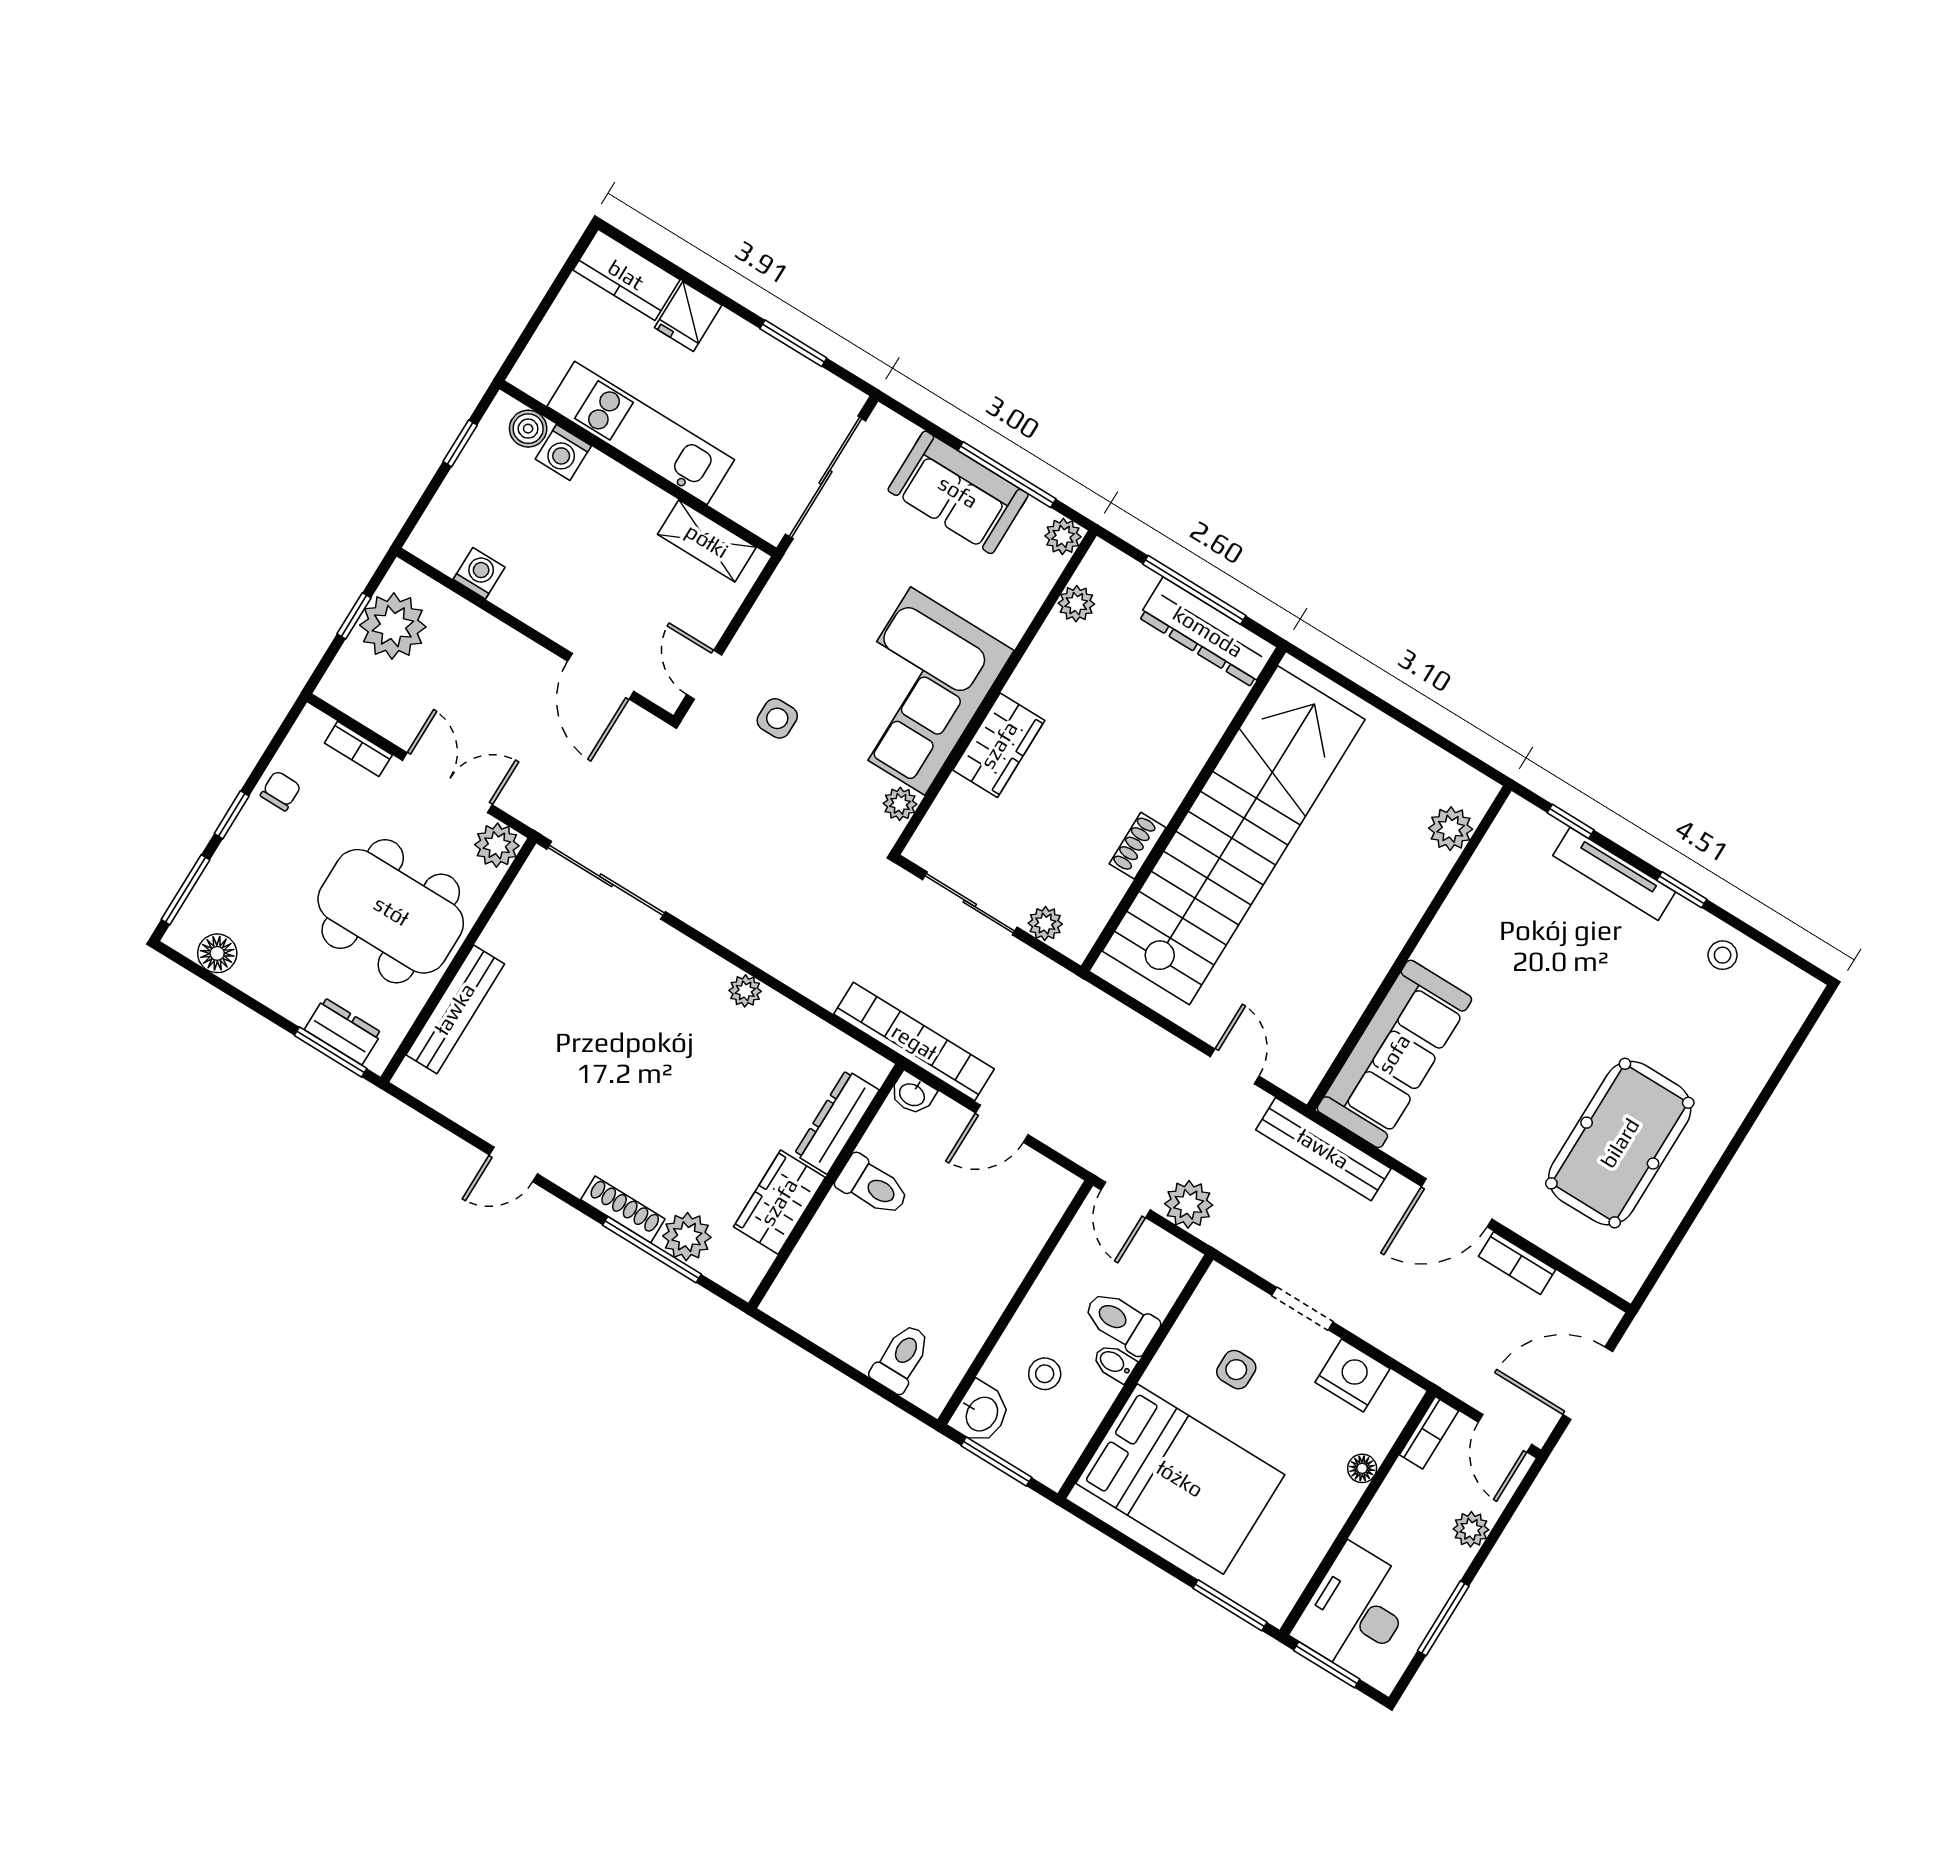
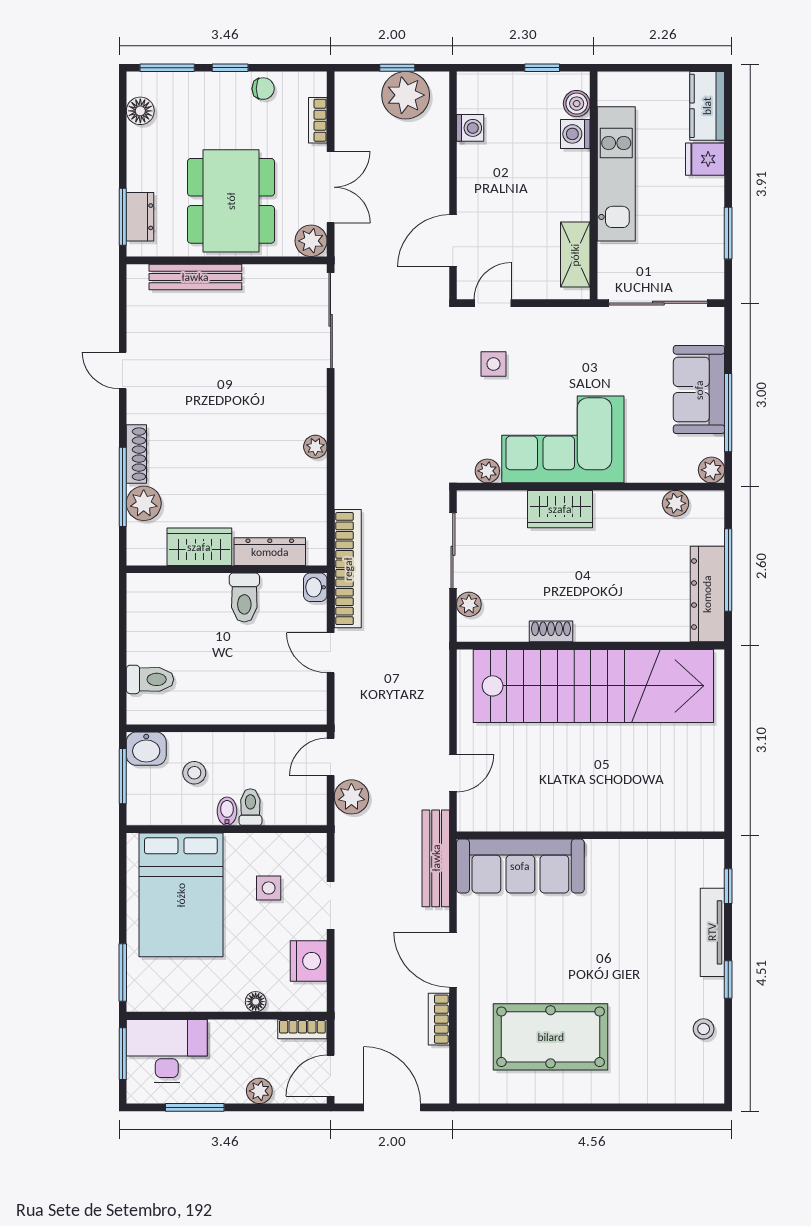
plant: (1451, 829) -> (679, 816), removed
toilet: (1121, 1322) -> (250, 807), width x0.73, depth x0.72

